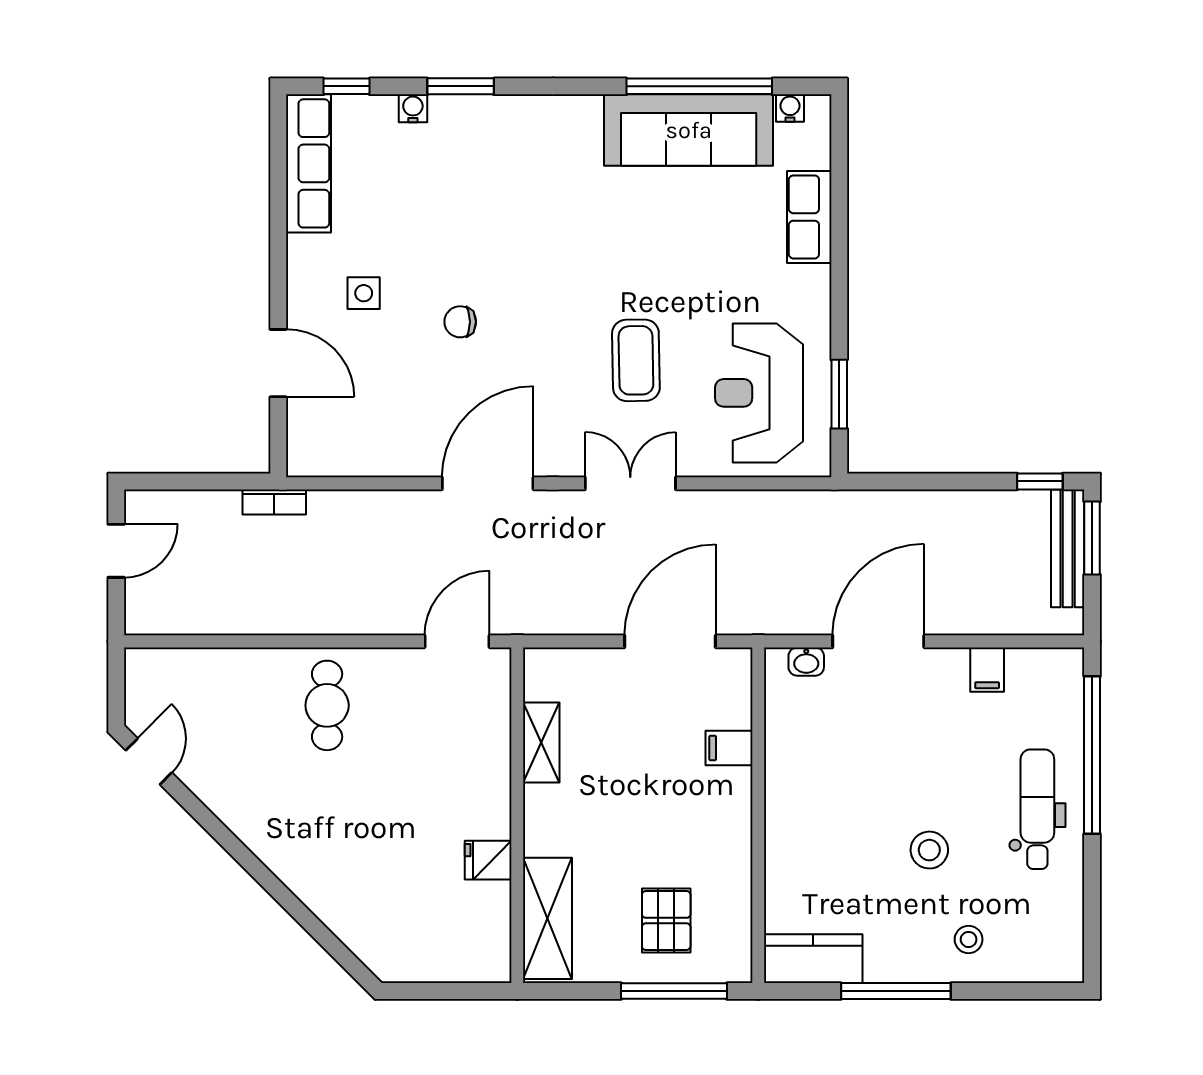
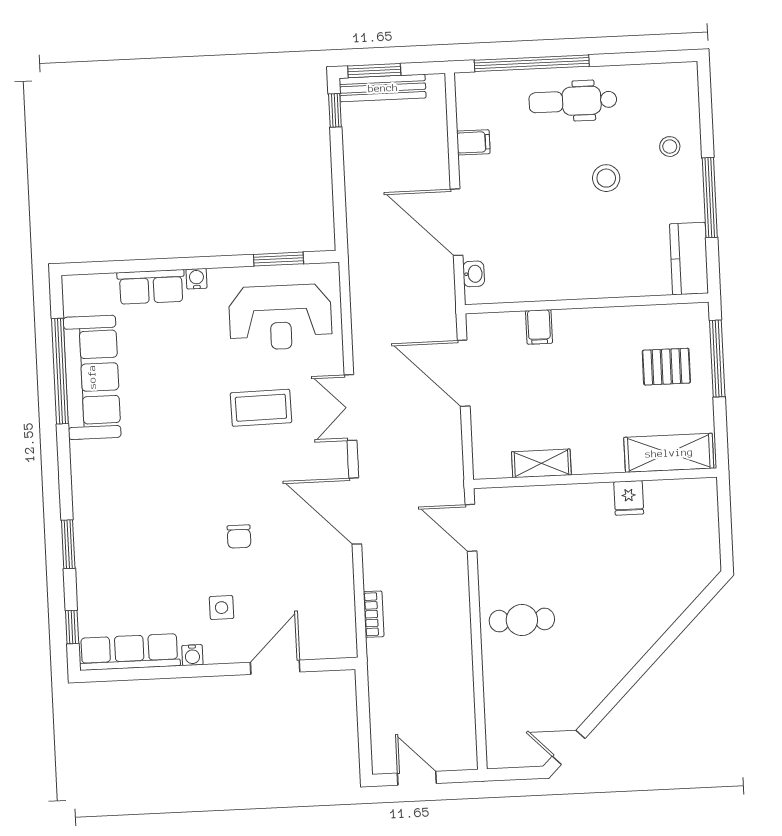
water cooler: (413, 108) -> (192, 655), moved, turned -90
water cooler: (790, 108) -> (197, 279), moved, turned 90
bookcase: (274, 502) -> (374, 614), moved

